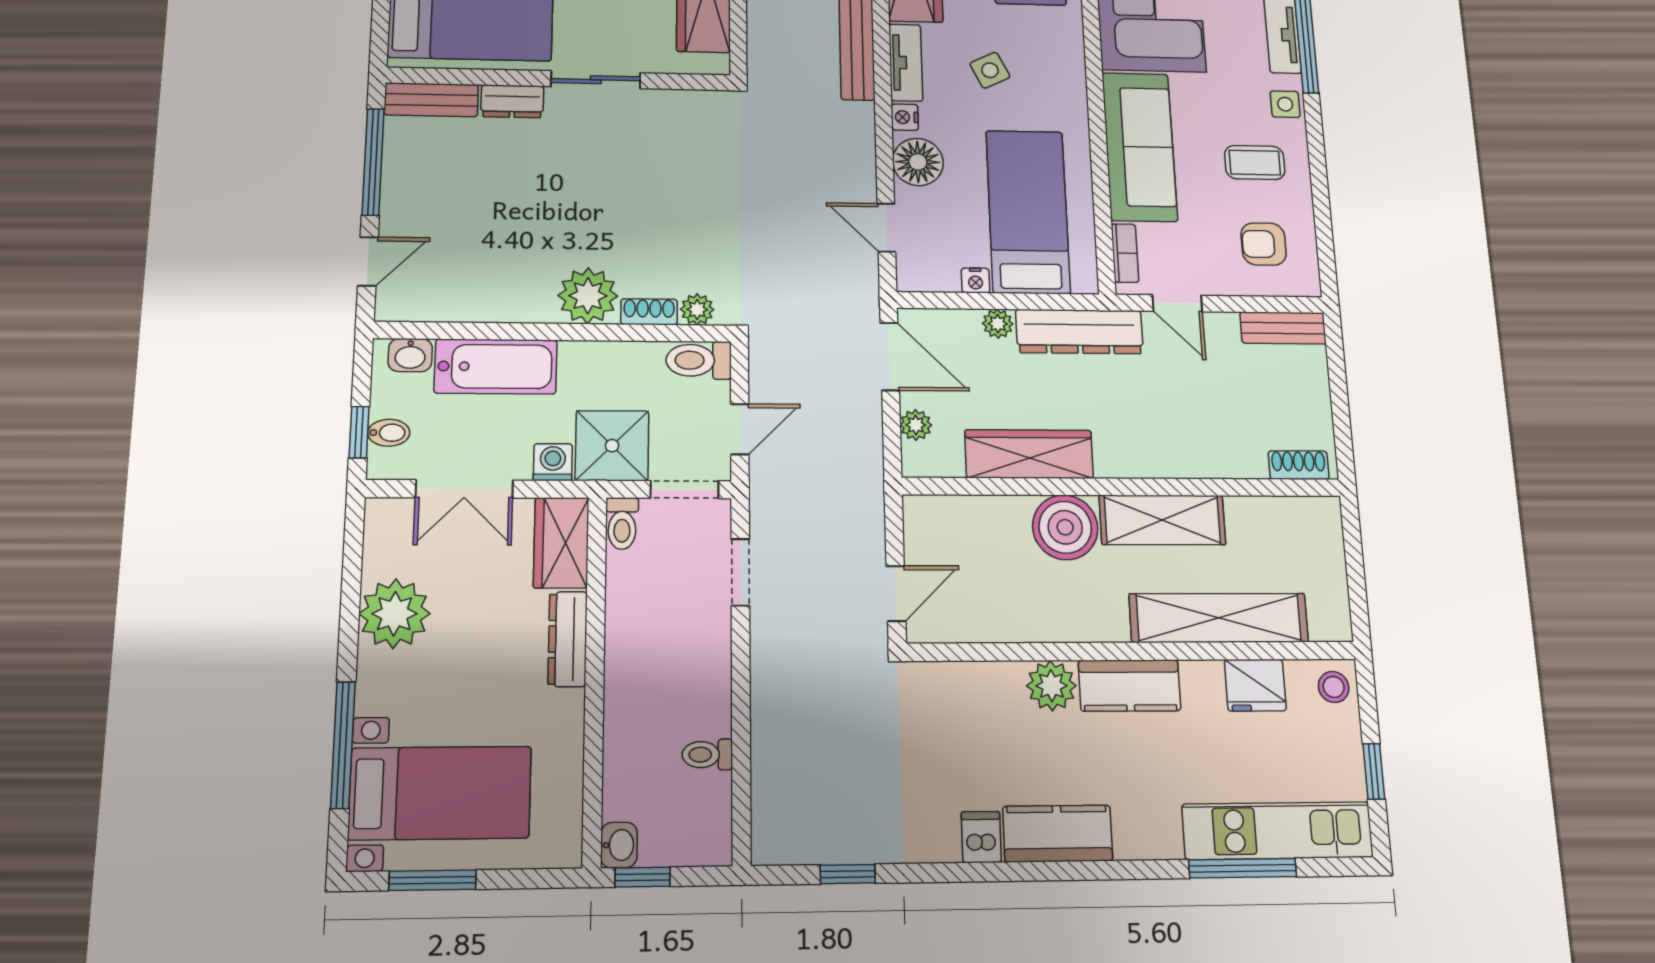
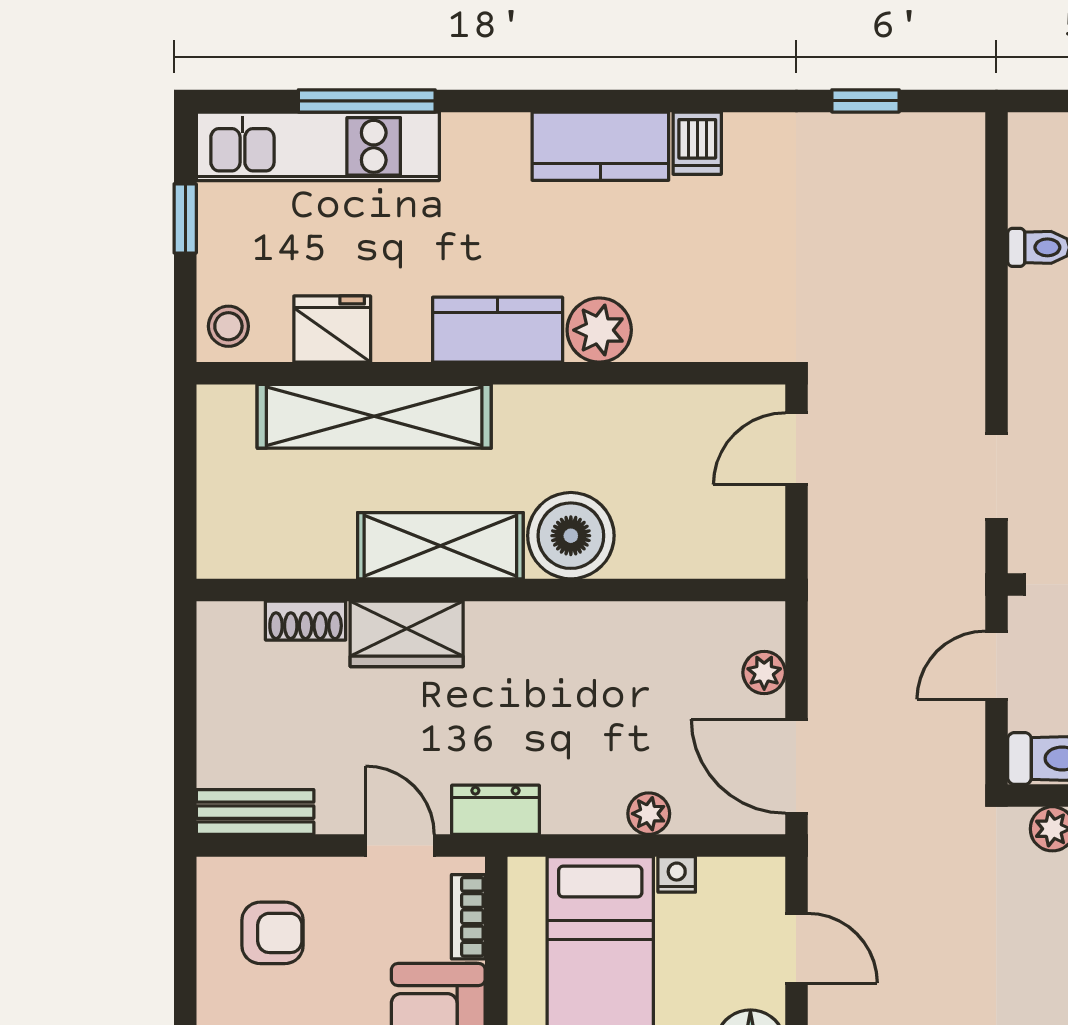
dresser: (1079, 332) -> (495, 810), width x0.51, depth x0.80
wardrobe: (1029, 454) -> (407, 634), moved, width x0.67
shoe rack: (1299, 465) -> (306, 621), moved

